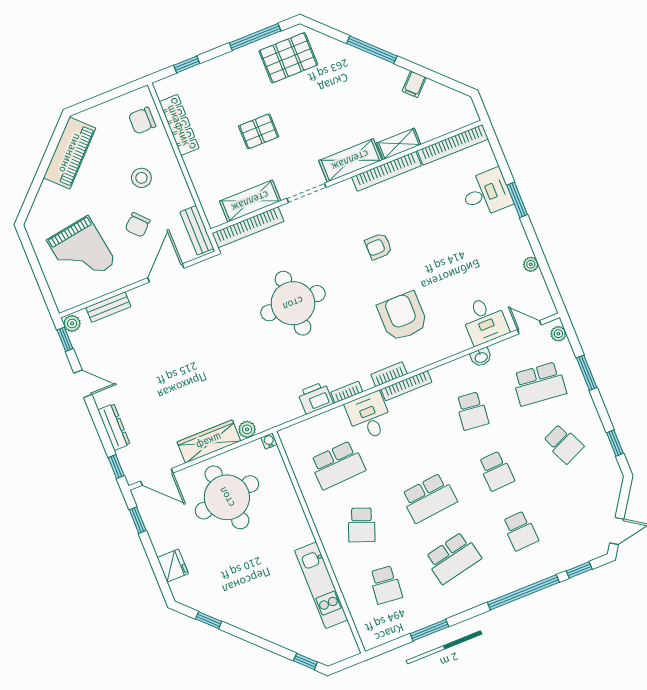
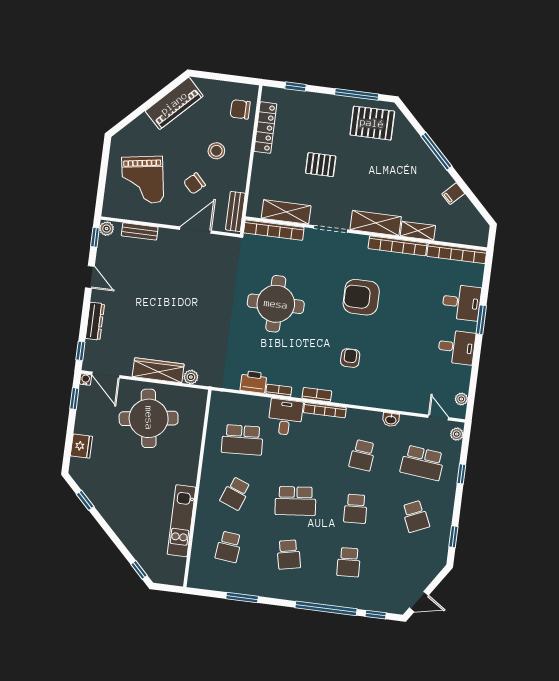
armchair: (378, 246) -> (361, 297), width x1.88, depth x1.88
plant: (531, 264) -> (461, 399), moved
armchair: (403, 316) -> (350, 358), width x0.53, depth x0.53
desk: (485, 320) -> (457, 347), moved, turned -90
window: (587, 373) -> (461, 474), width x0.67
water cooler: (269, 441) -> (86, 379), moved
school desk: (453, 558) -> (289, 554), width x0.54

